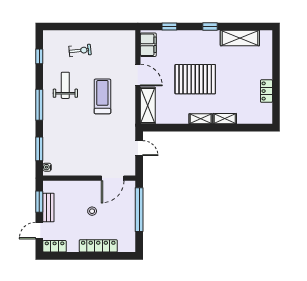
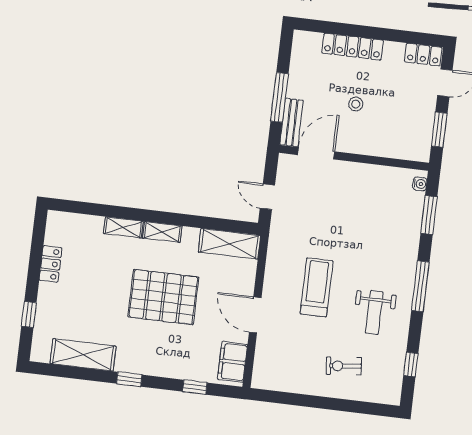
window: (276, 59) -> (29, 314), added
treadmill: (102, 96) -> (317, 287), turned 180
shelving: (148, 106) -> (230, 244), moved, turned 90
bench: (48, 208) -> (292, 122), moved
window: (139, 210) -> (279, 97), width x0.68

